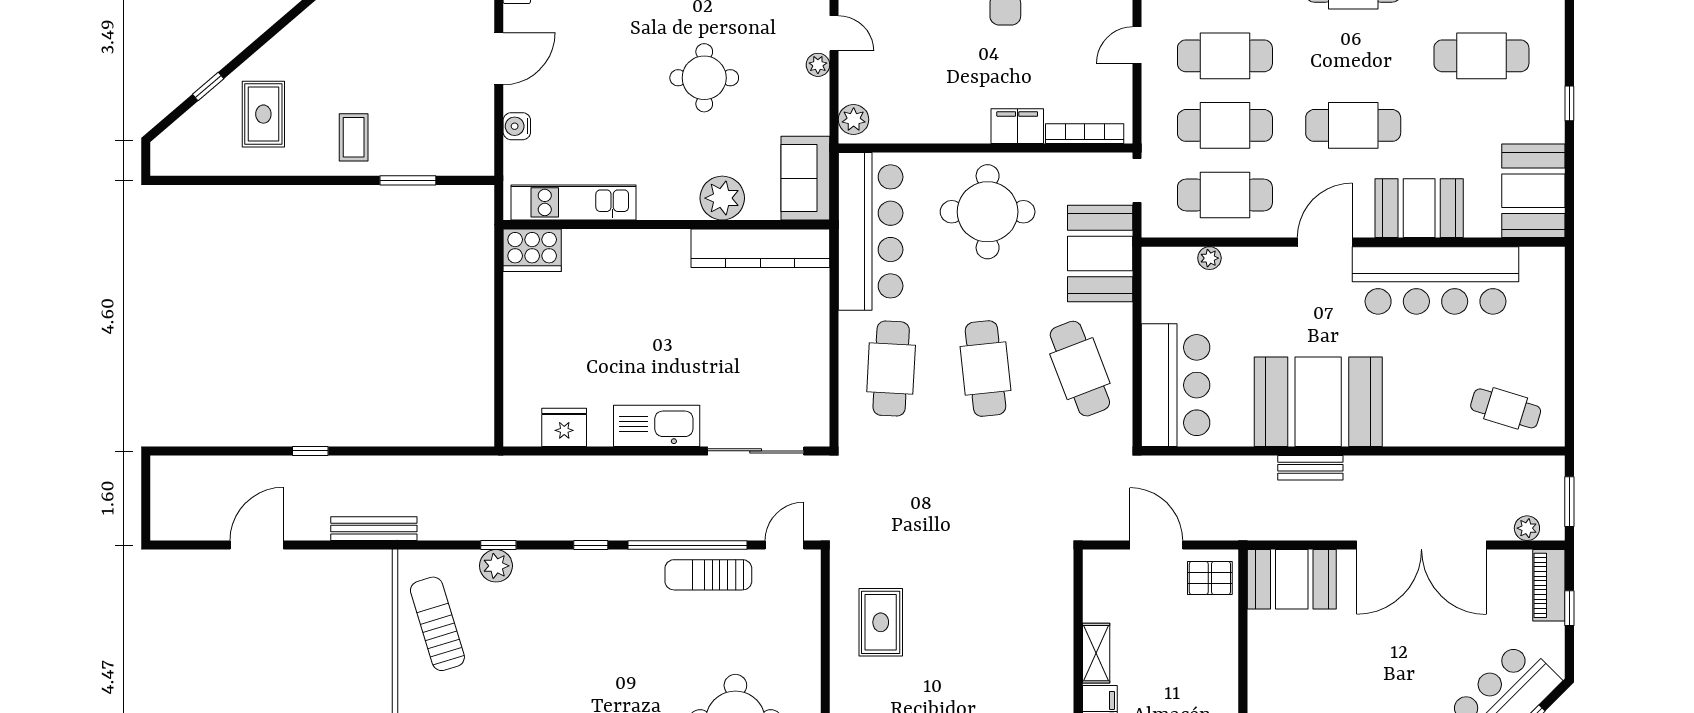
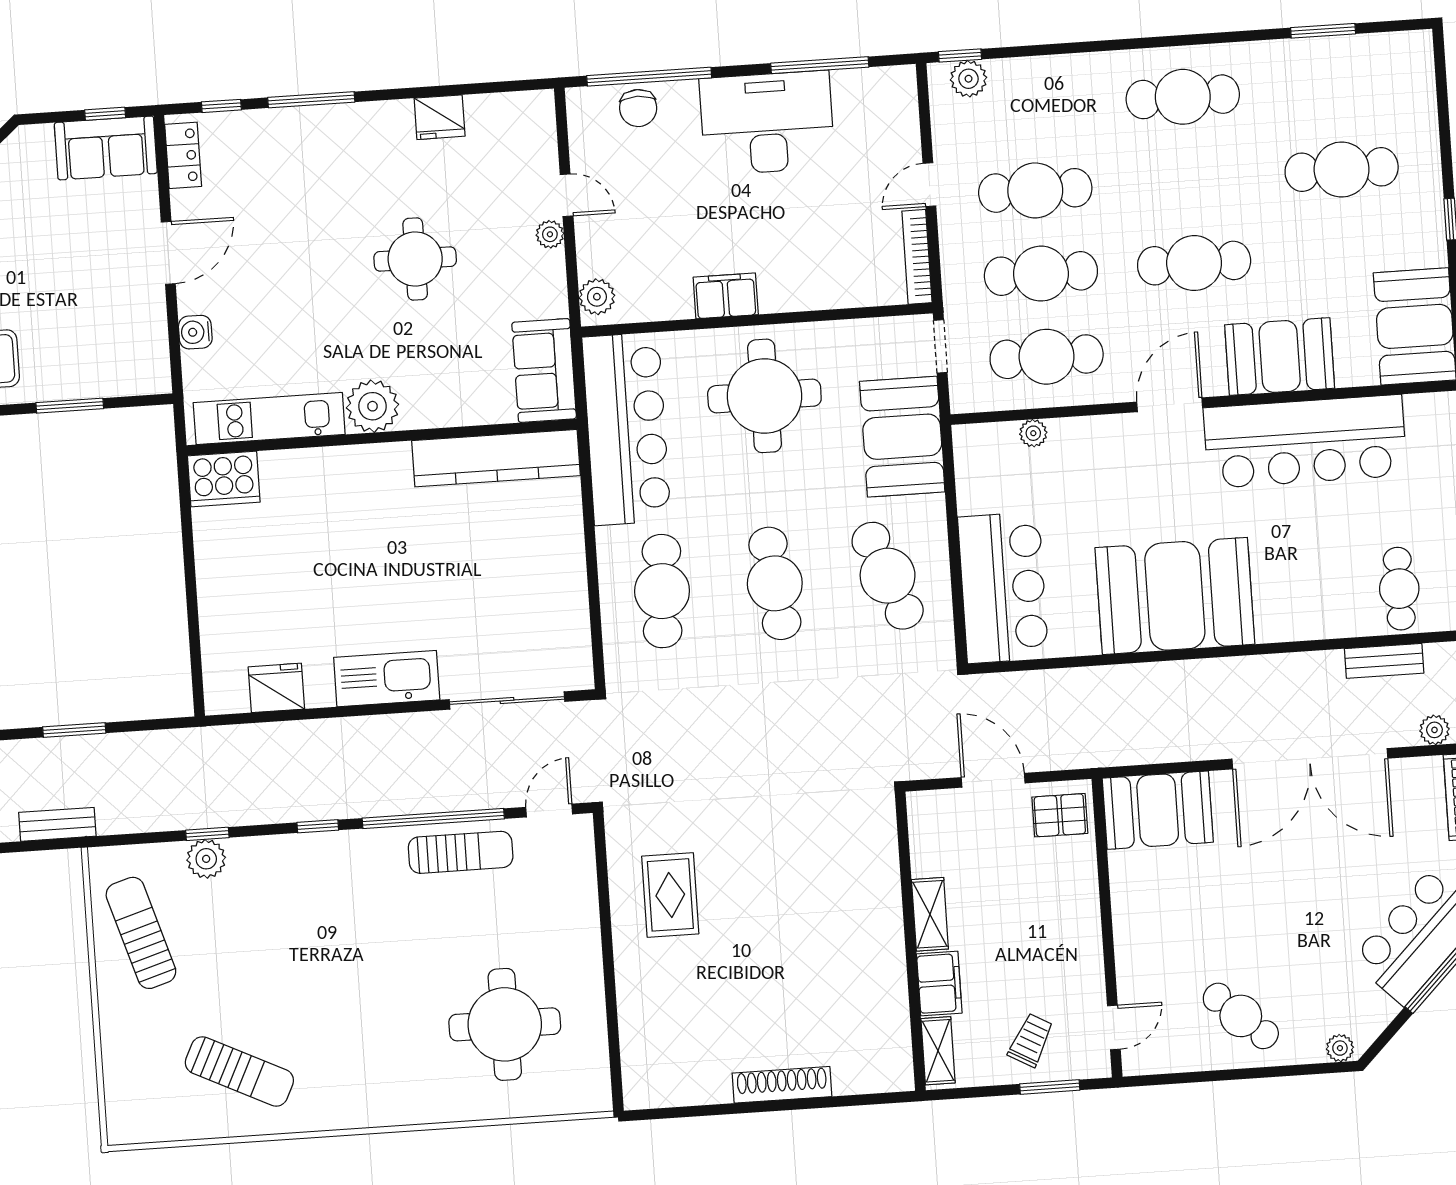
filing cabinet: (1017, 126) -> (726, 296), moved
bookcase: (1085, 134) -> (917, 257), moved, turned -90
plant: (722, 198) -> (373, 406), moved
cafe table: (1506, 408) -> (1399, 589), turned 73
window: (393, 451) -> (74, 730), added
bench: (1310, 468) -> (1384, 661), moved
bench: (374, 529) -> (57, 824), width x0.73
sun lounger: (708, 575) -> (461, 852), turned 180

